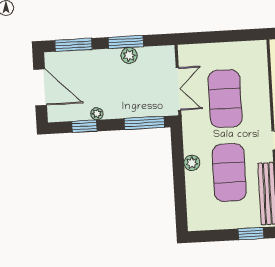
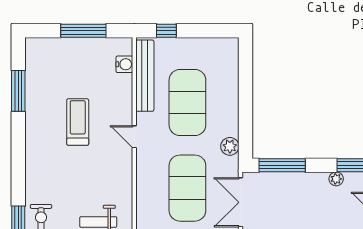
plant: (192, 163) -> (230, 146), moved
window: (251, 234) -> (166, 31), width x0.67

